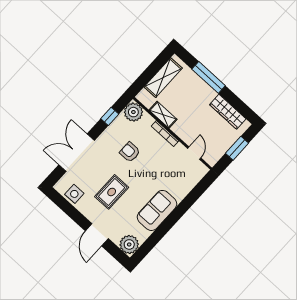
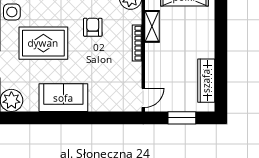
window: (209, 77) -> (221, 36), removed
door: (194, 153) -> (143, 98), moved
rug: (112, 192) -> (43, 43), width x1.36, depth x1.43

